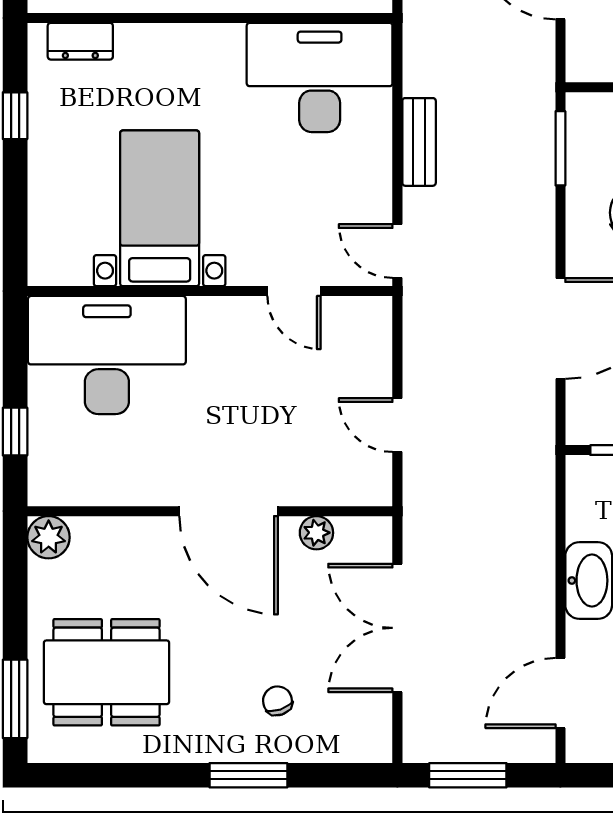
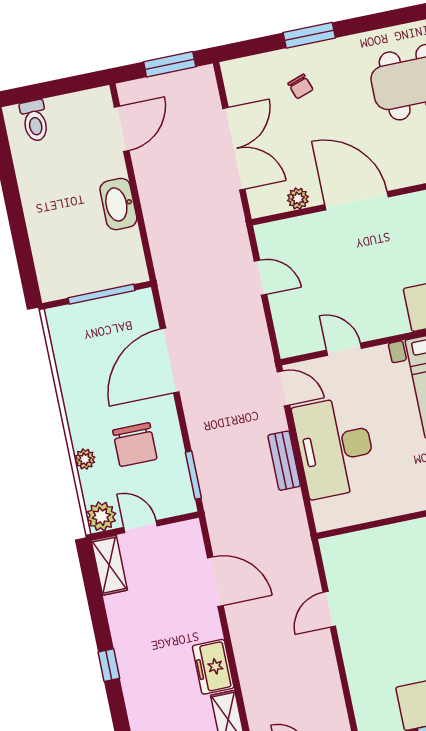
desk: (320, 77) -> (335, 447), moved, turned 90

